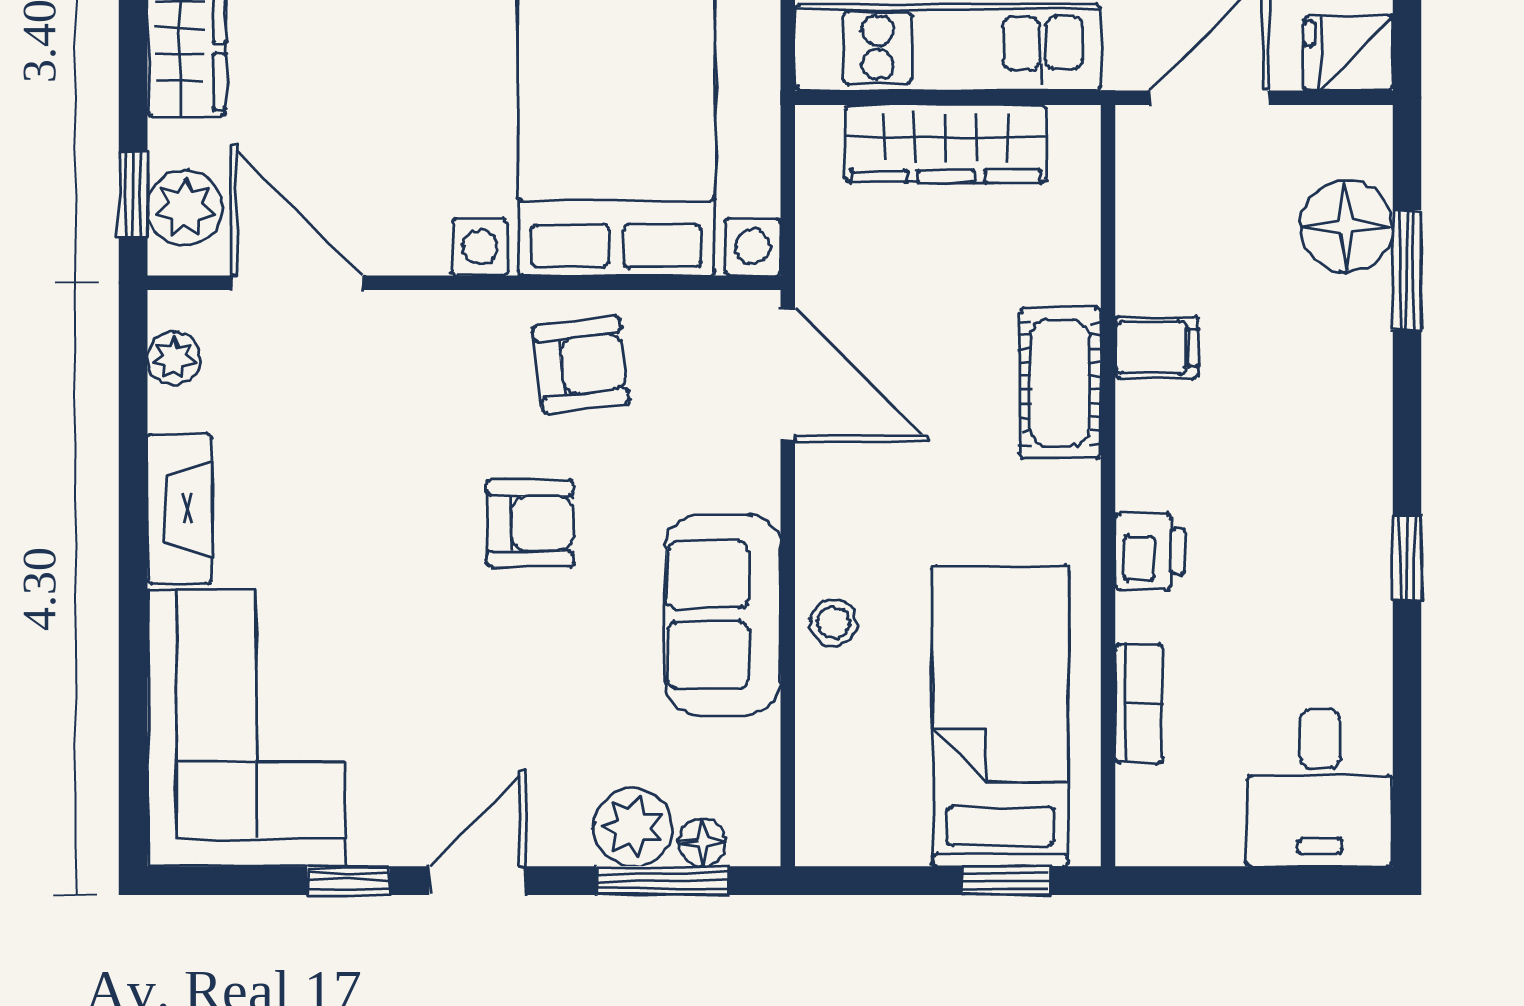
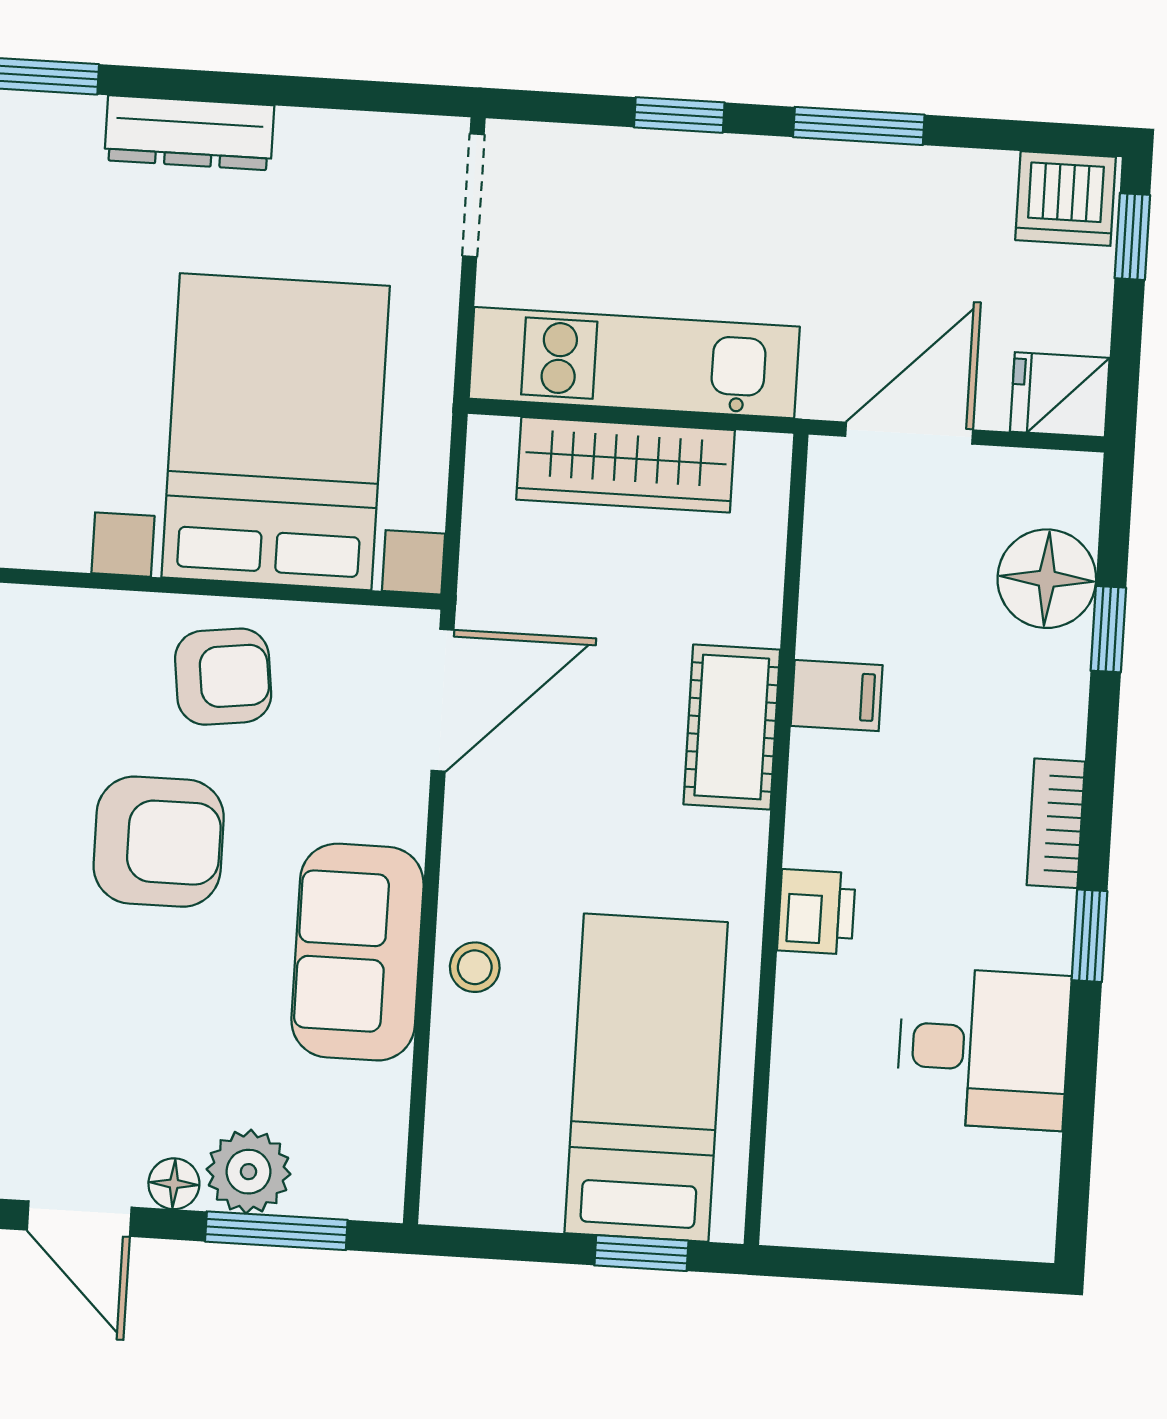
window: (1407, 270) -> (1108, 629), width x0.67
door: (788, 375) -> (442, 700), hinge flipped
armchair: (530, 523) -> (159, 842), width x1.38, depth x1.38
bookcase: (1139, 703) -> (1056, 823), moved, turned 180
desk: (1320, 788) -> (983, 1049), moved, turned -90
floor lamp: (702, 842) -> (174, 1184), moved
door: (477, 881) -> (79, 1219), swing flipped

